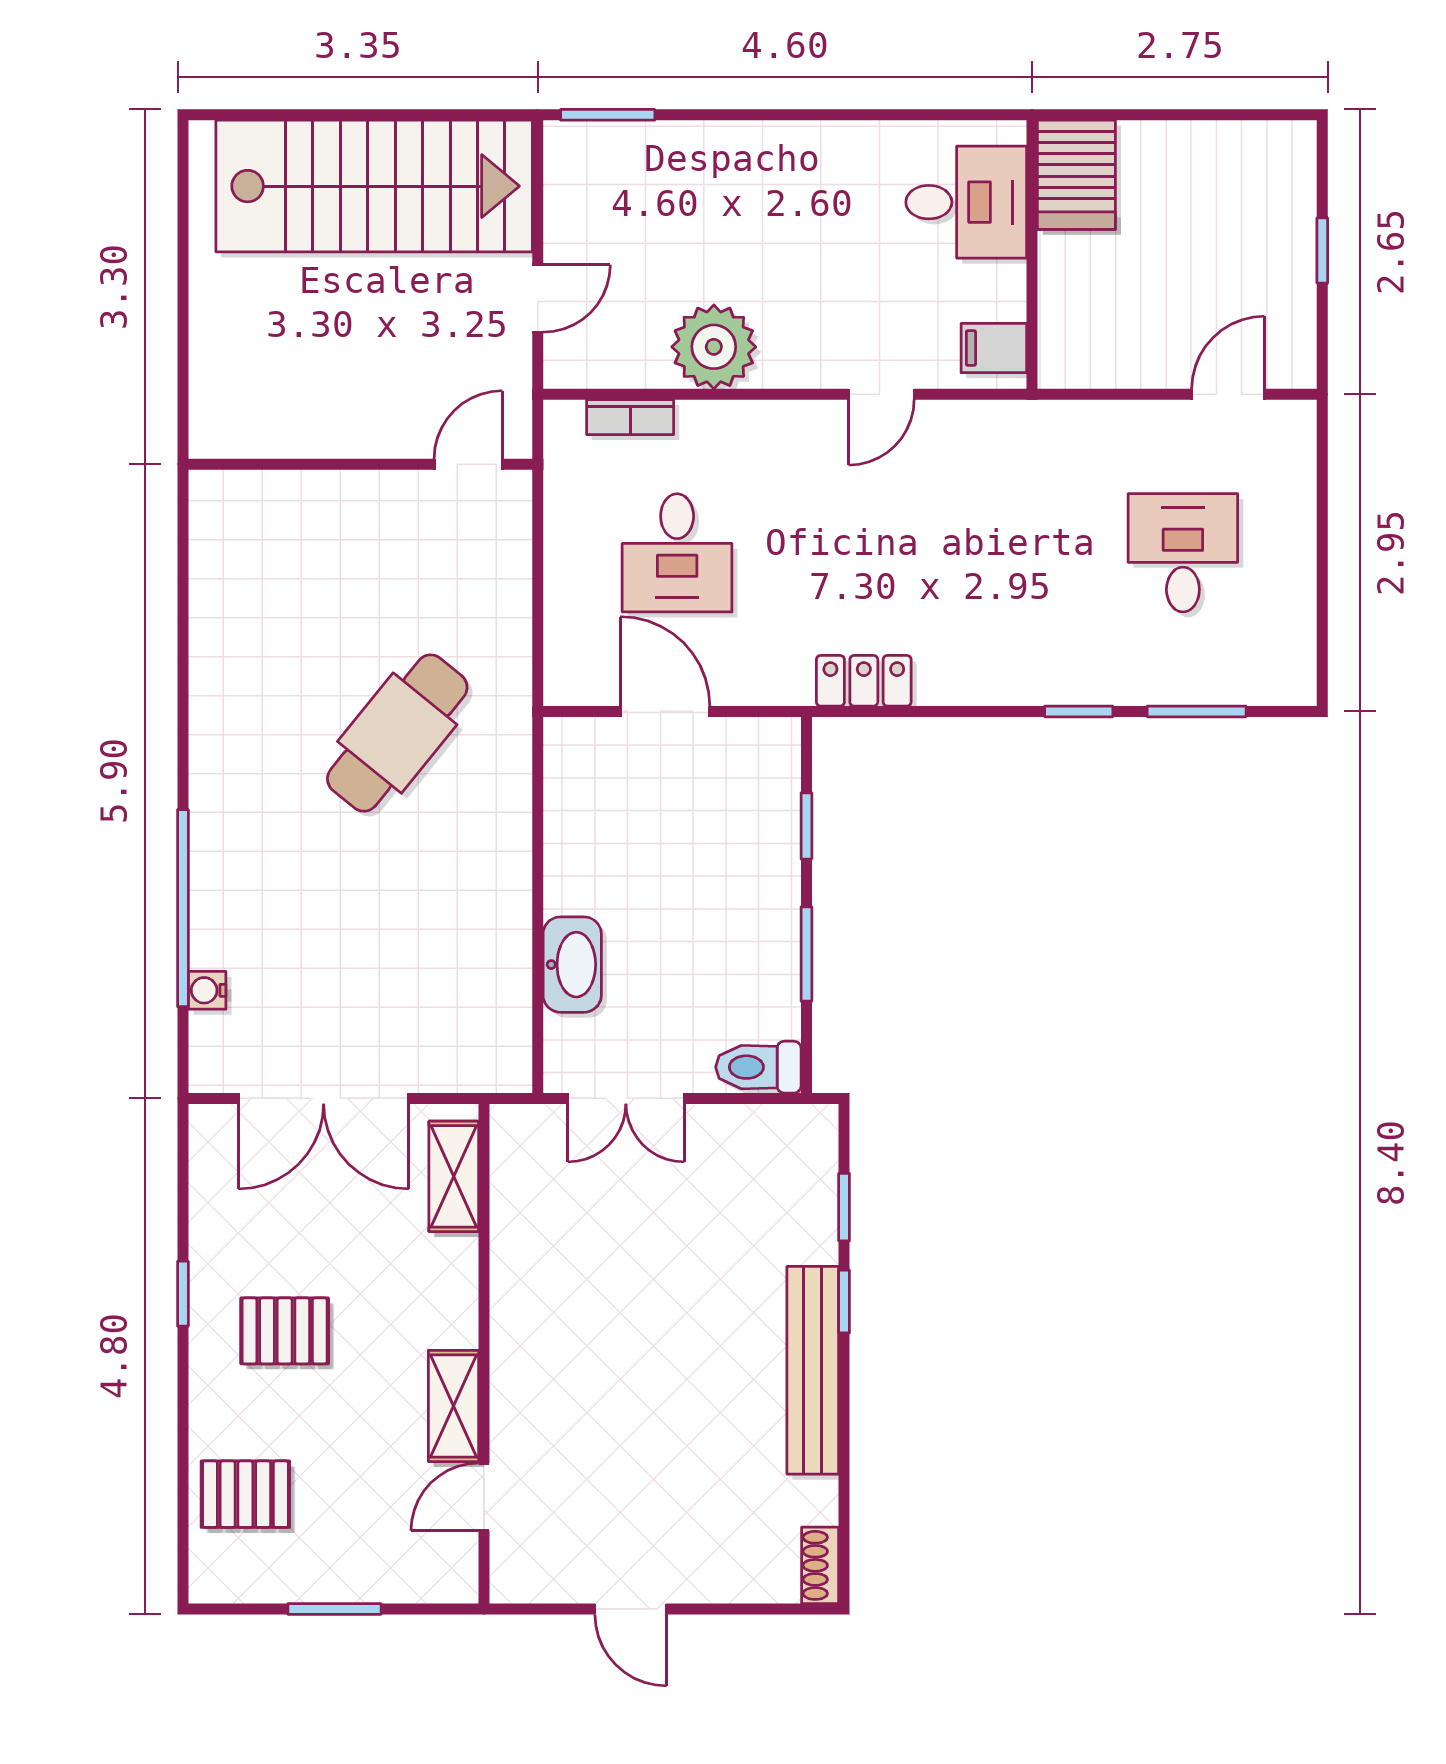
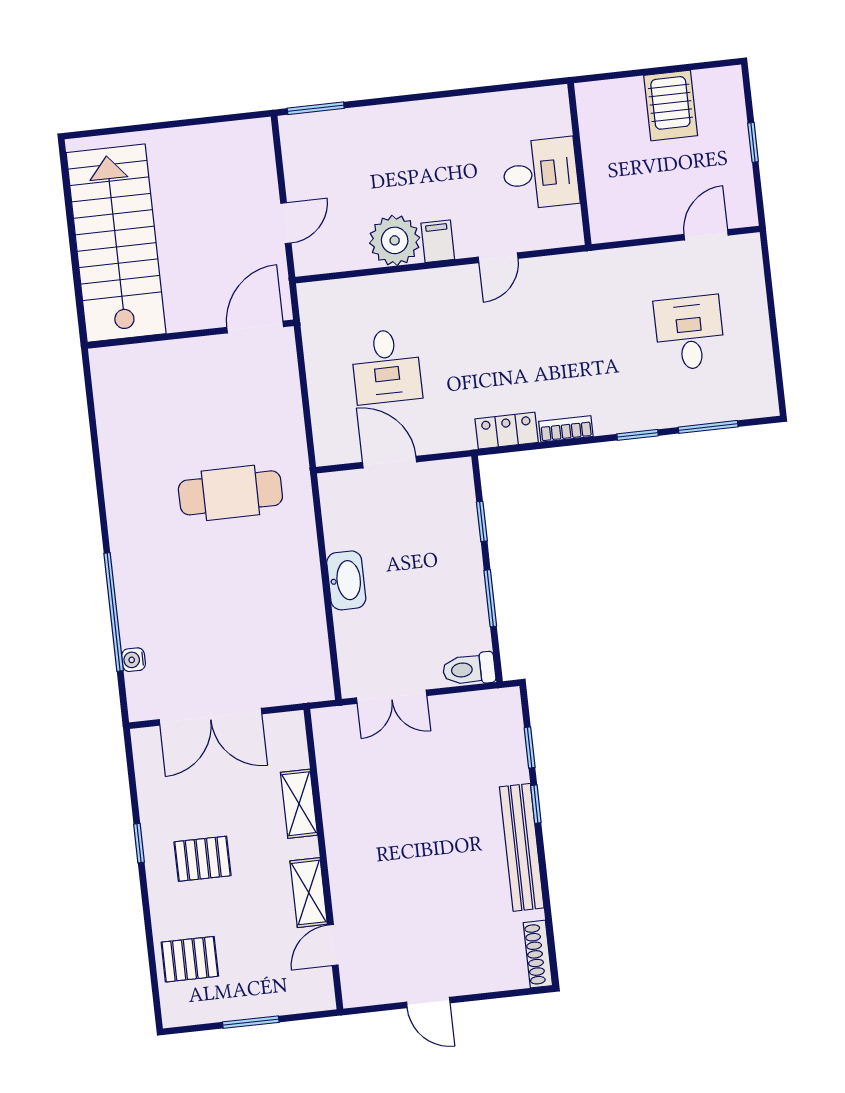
server rack: (1076, 175) -> (671, 106), moved
stairs: (374, 186) -> (116, 243), moved, turned -90
desk: (966, 202) -> (540, 173), moved
filing cabinet: (994, 348) -> (438, 241), moved, turned 90
bookcase: (630, 417) -> (566, 429), moved, turned 180
door: (468, 464) -> (255, 327), width x1.38
cafe table: (397, 733) -> (230, 493), turned 51
washbasin: (572, 965) -> (346, 580), moved
shelving: (454, 1176) -> (299, 804), moved
shoe rack: (820, 1565) -> (538, 954), width x1.43

